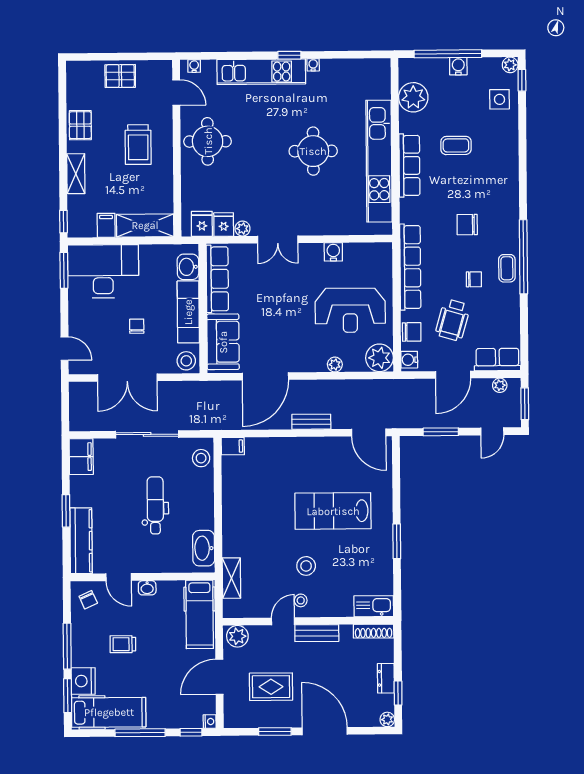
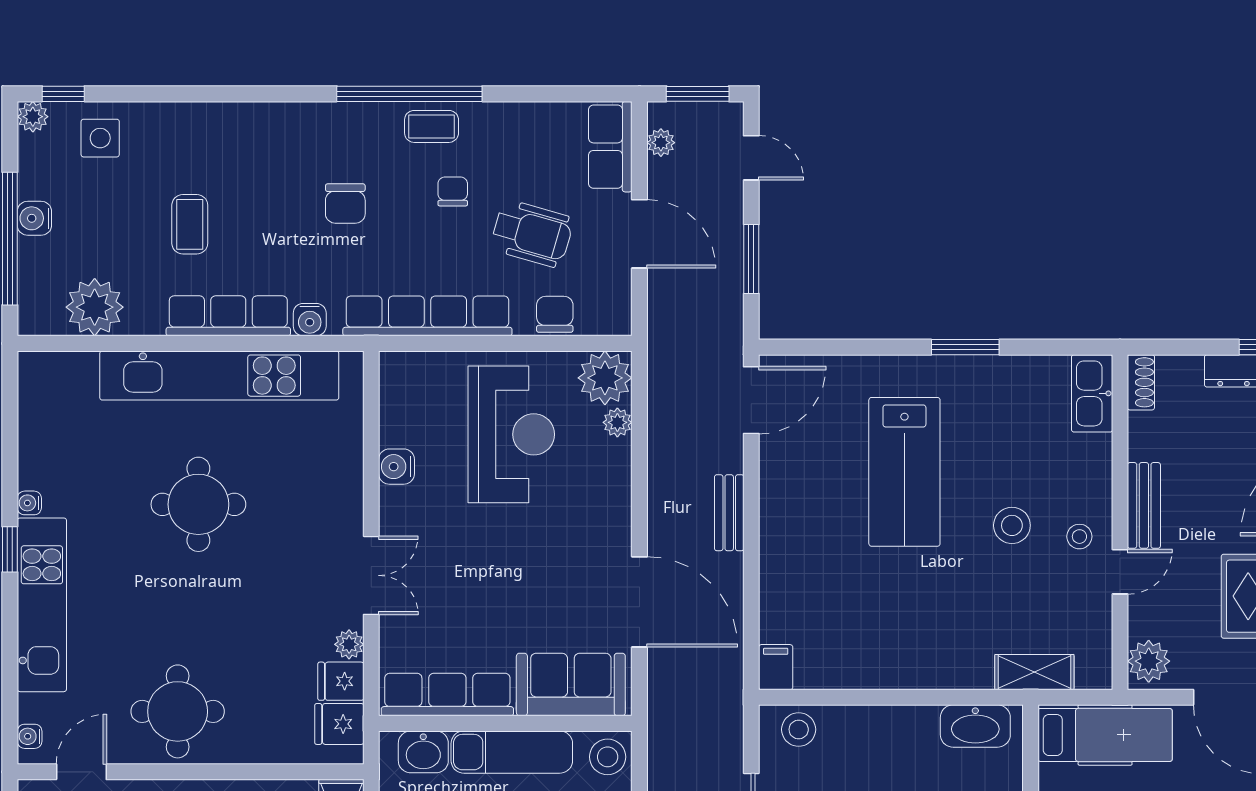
water cooler: (409, 360) -> (310, 320), moved
plant: (335, 365) -> (617, 422), moved
door: (283, 621) -> (1120, 572), swing flipped
shoe rack: (374, 631) -> (1141, 382), width x0.70

